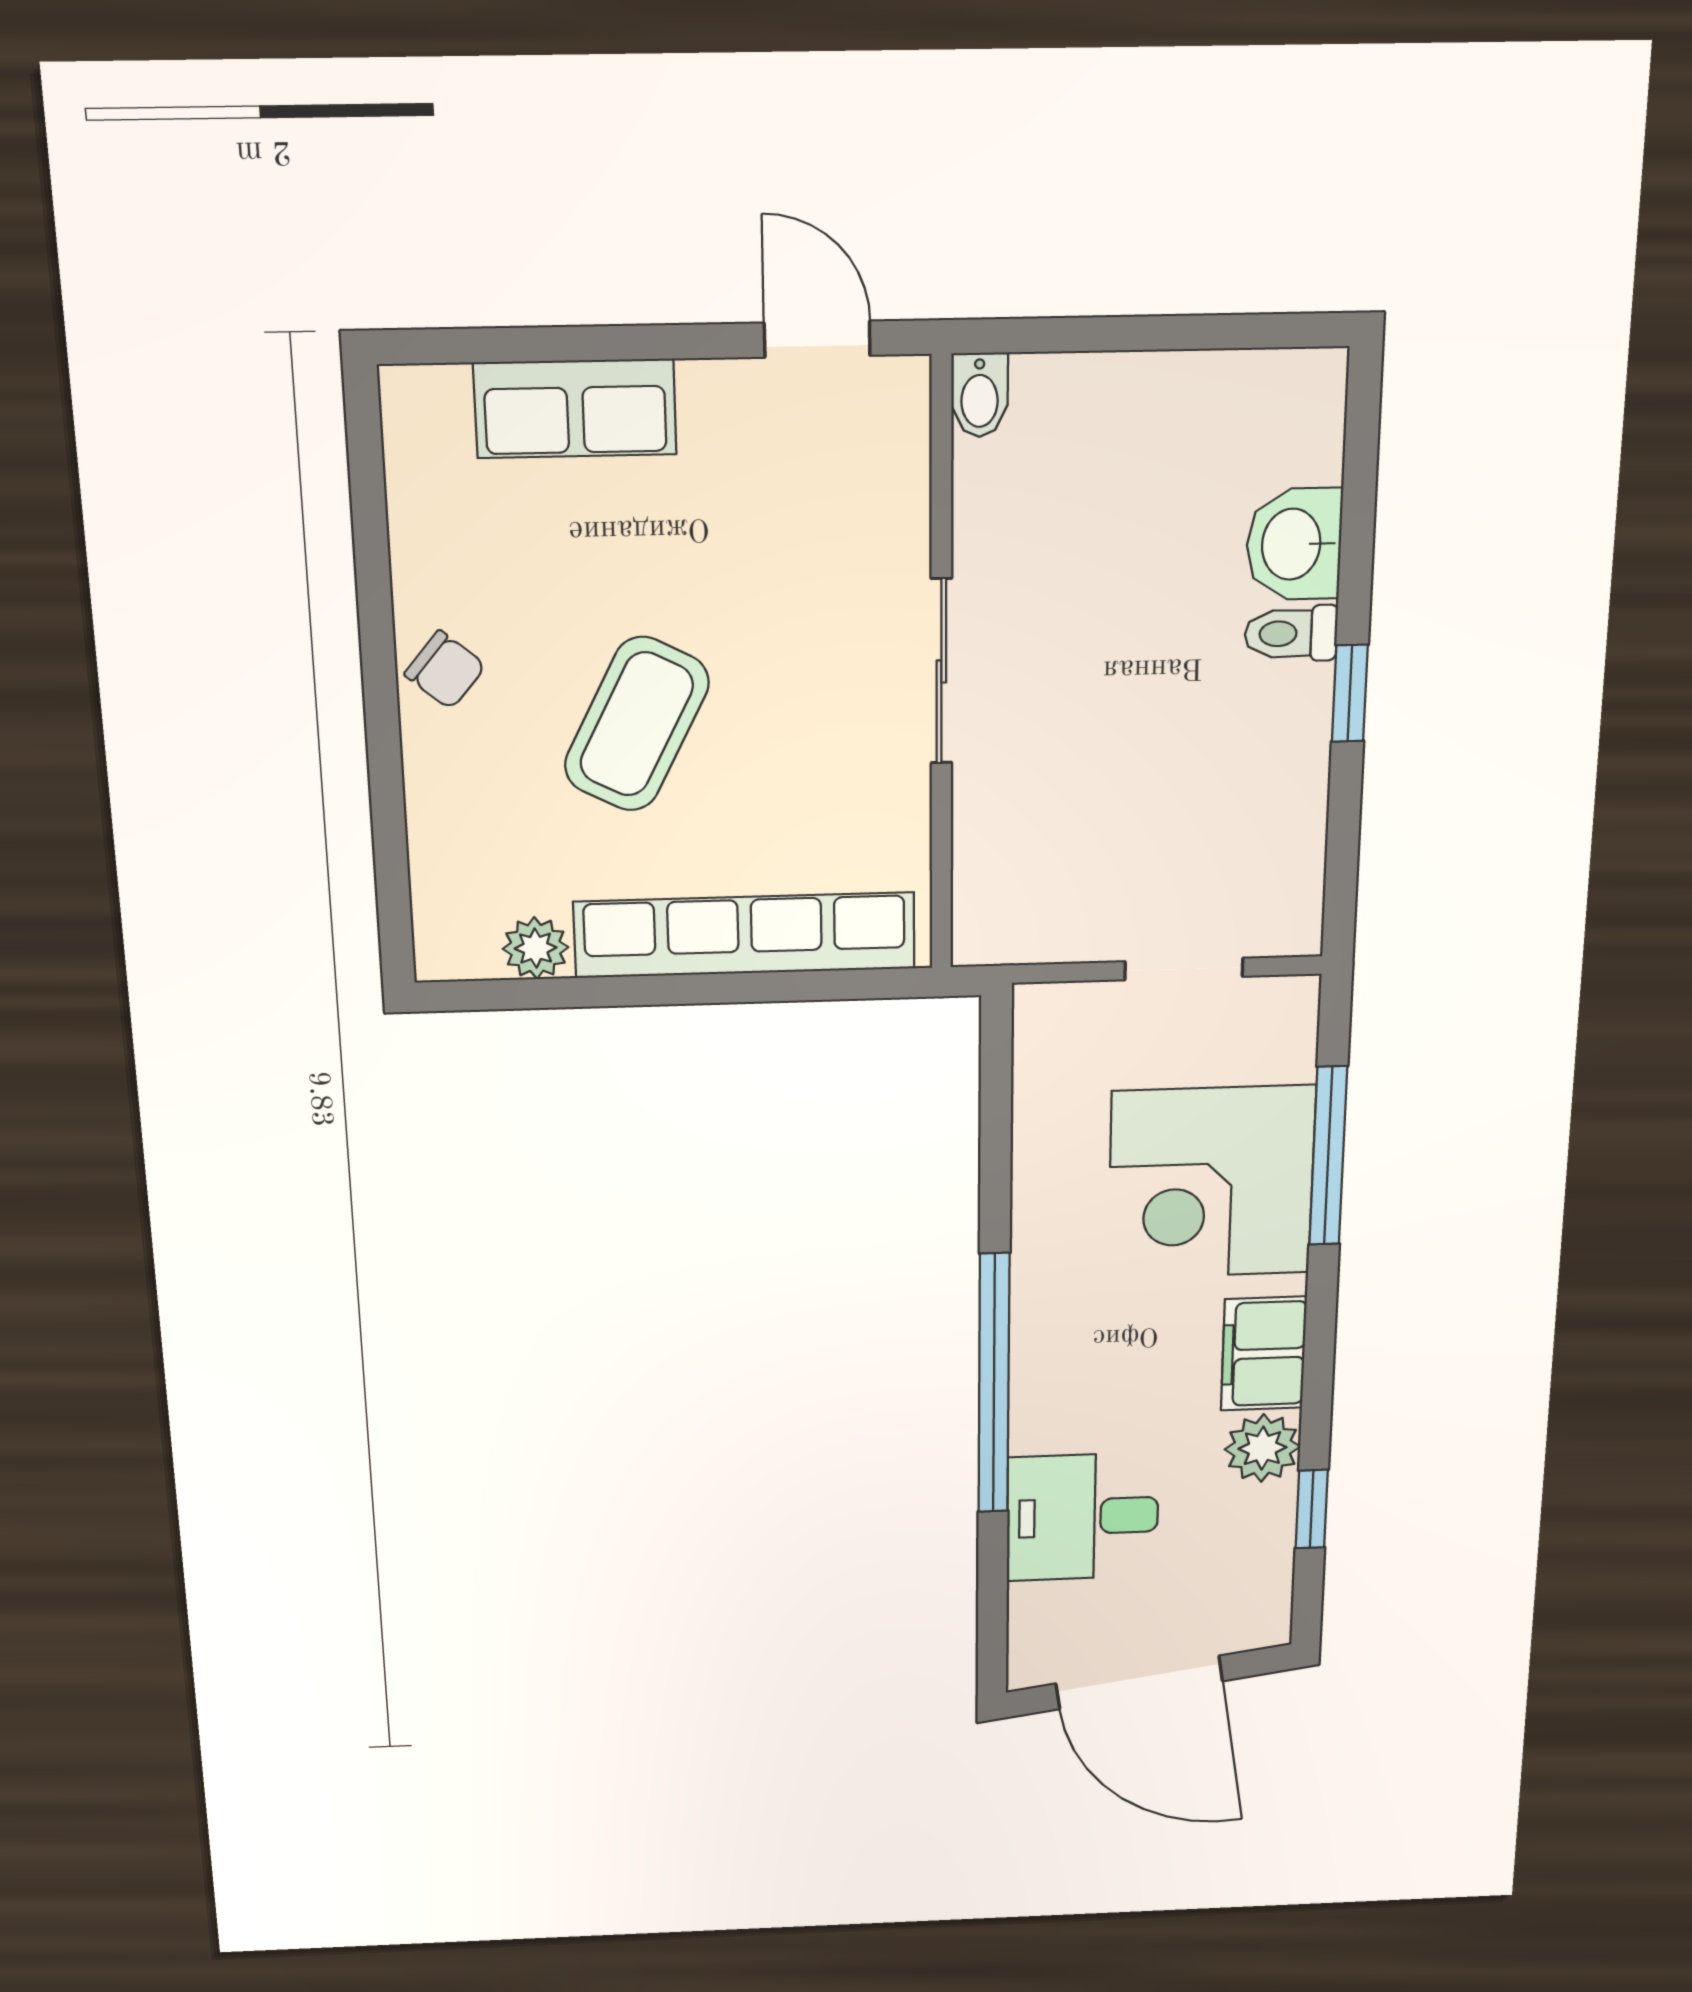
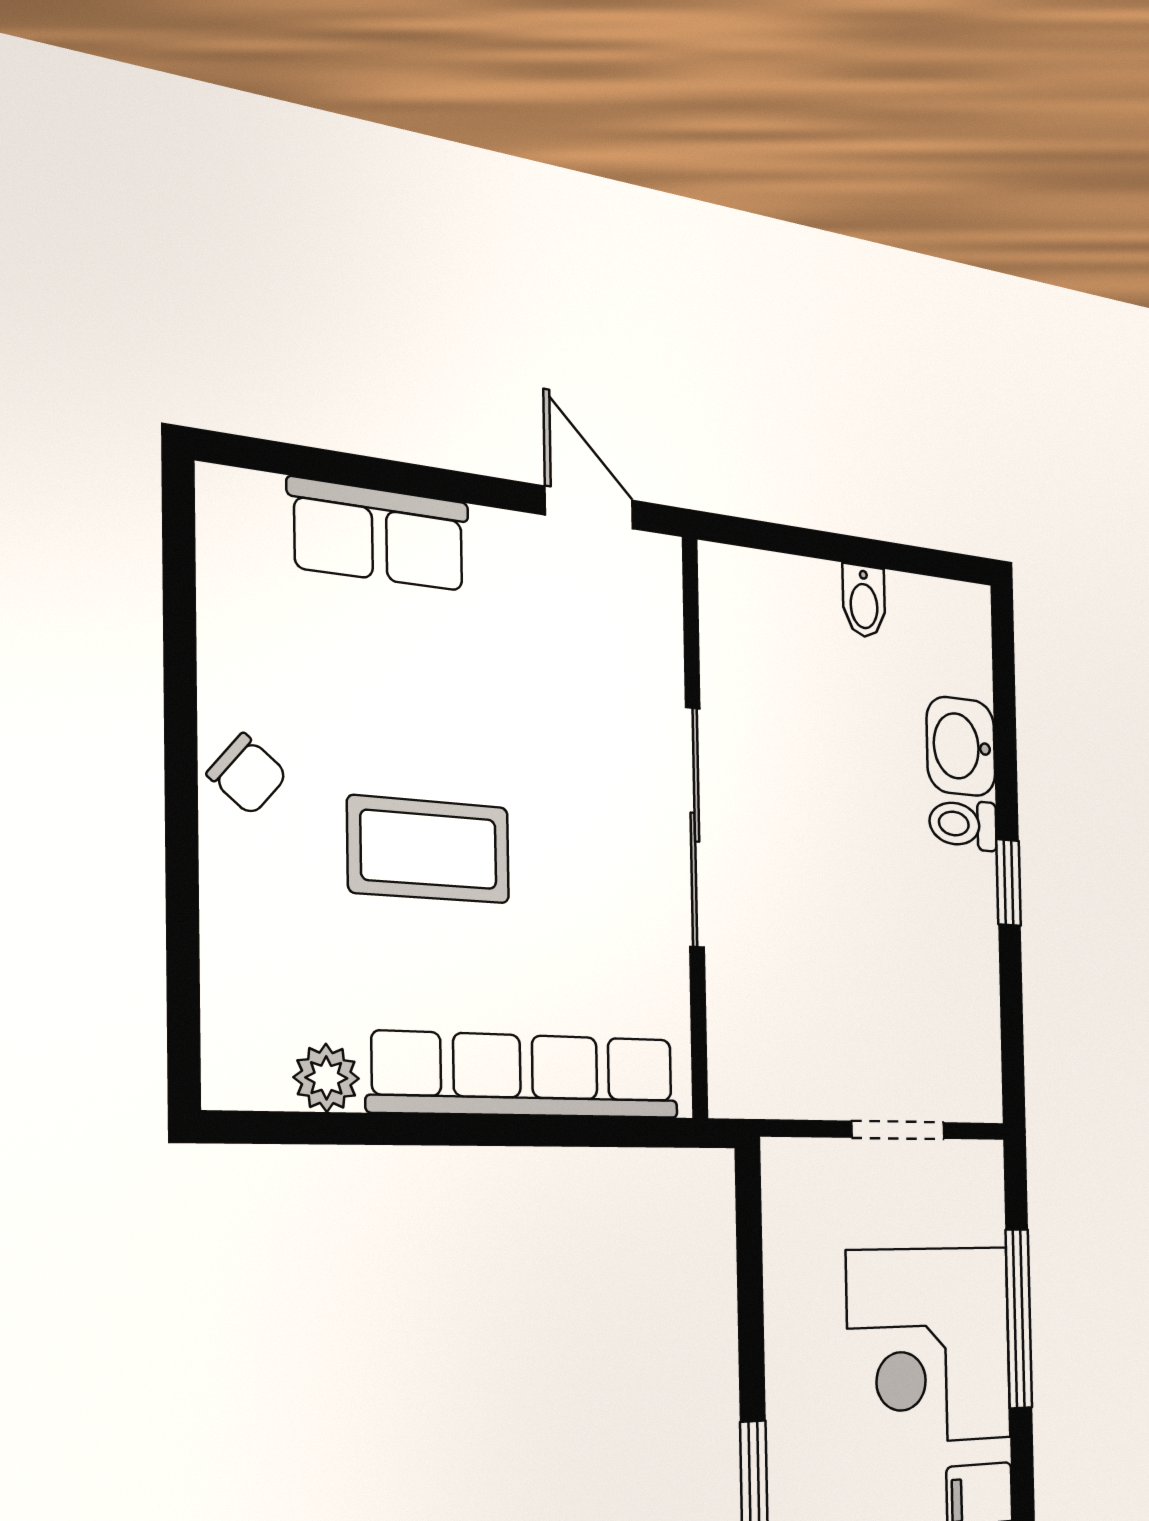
bidet: (980, 395) -> (864, 601), moved
sliding door: (941, 671) -> (695, 827), width x1.37
coffee table: (637, 724) -> (429, 850), turned 63

